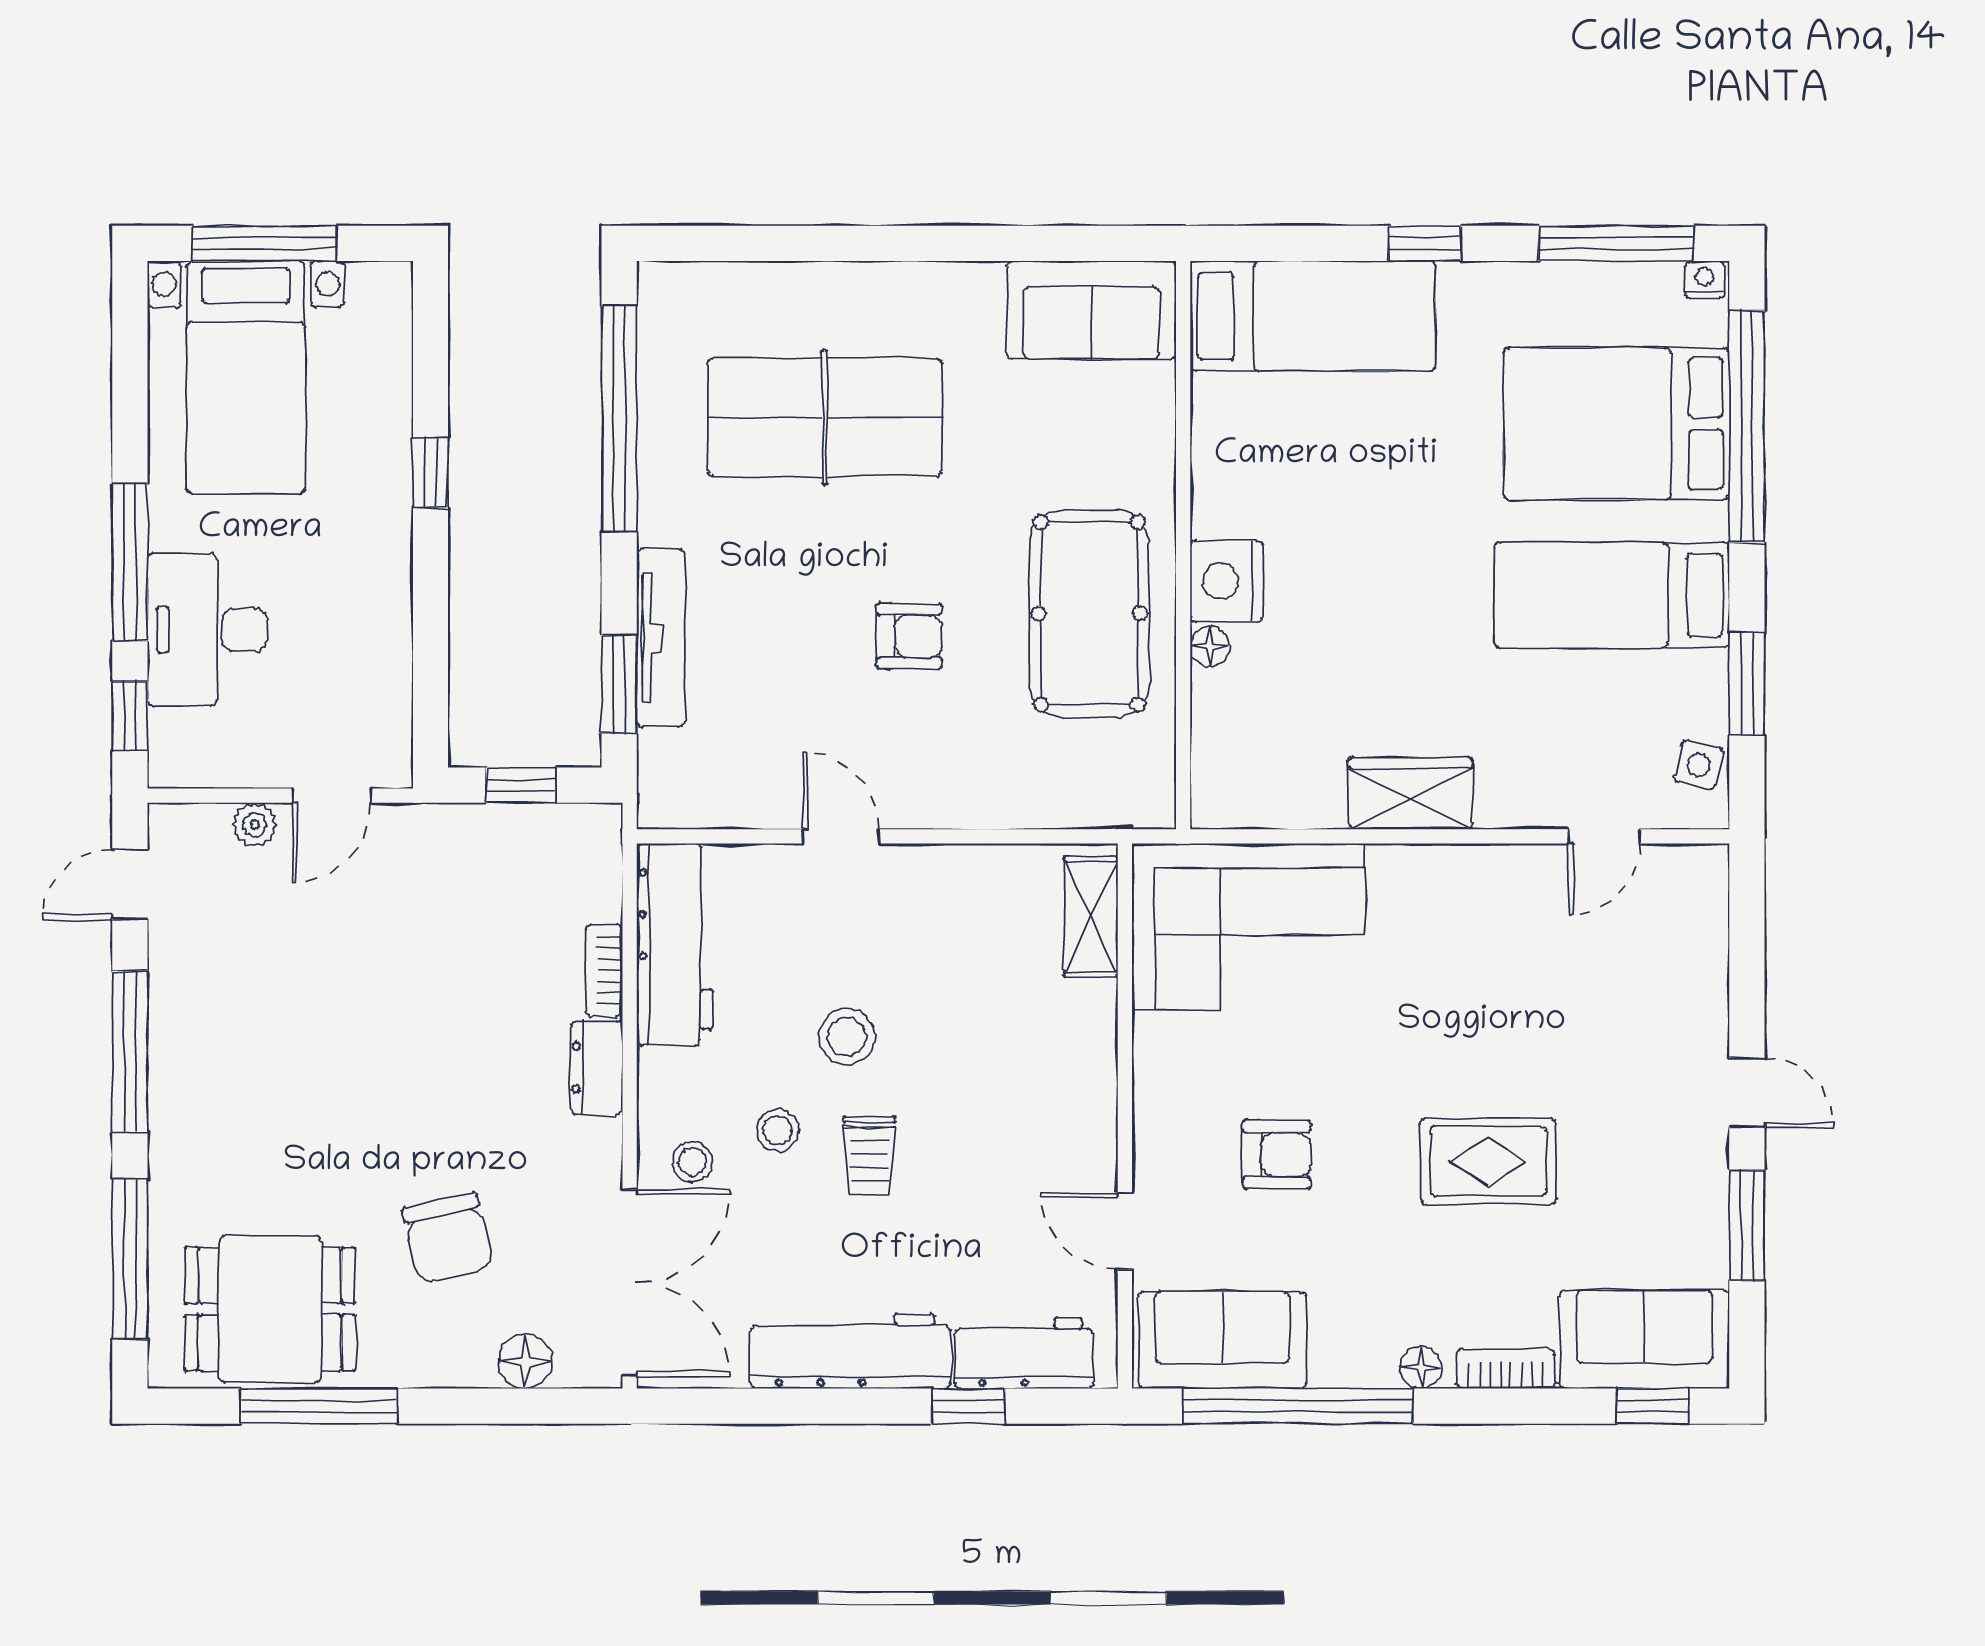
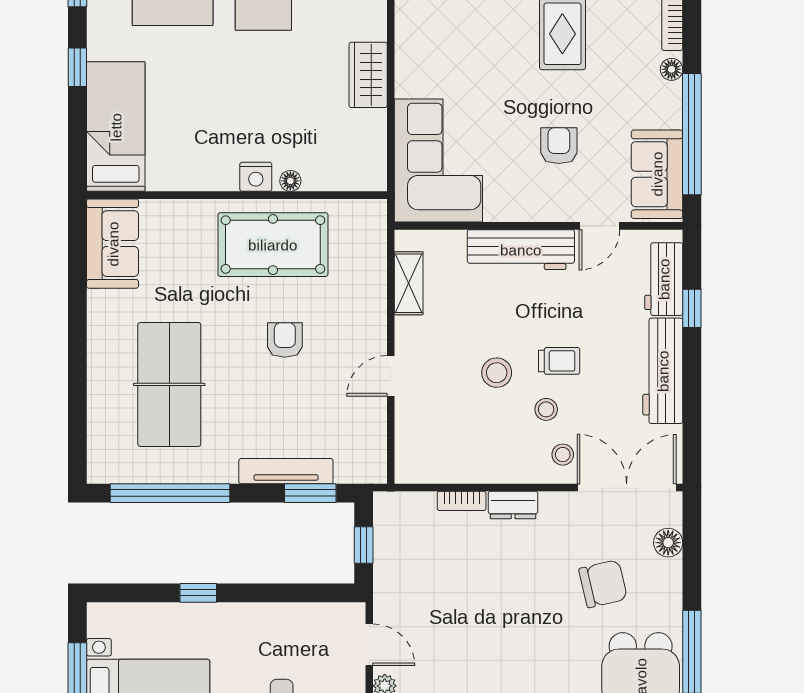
nightstand: (1227, 581) -> (256, 177), width x0.74, depth x0.75
shelving: (1091, 917) -> (409, 283), moved, turned 90
workbench: (675, 945) -> (521, 250), moved, turned 180

